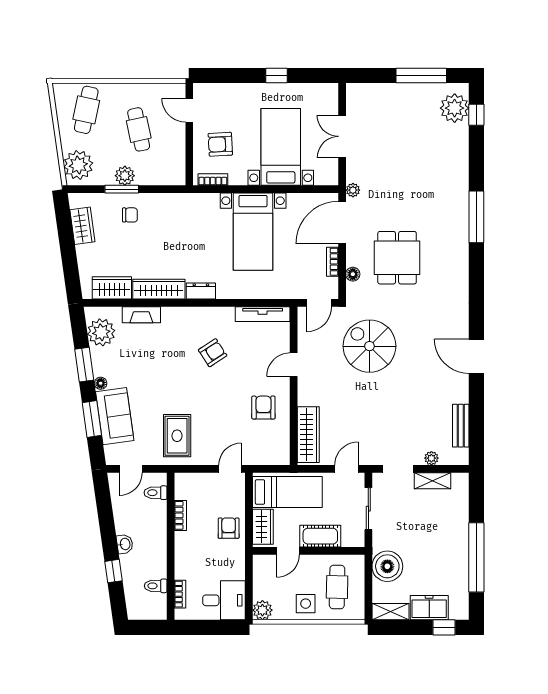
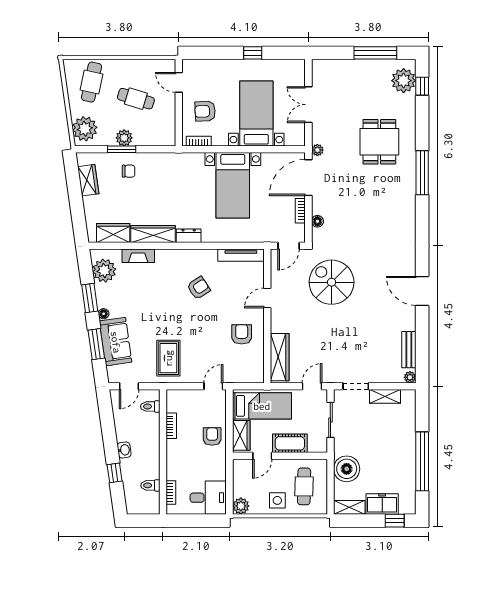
cafe table: (139, 129) -> (136, 99), turned -61
dining table: (397, 258) -> (379, 142), moved
plant: (431, 458) -> (410, 377), moved

